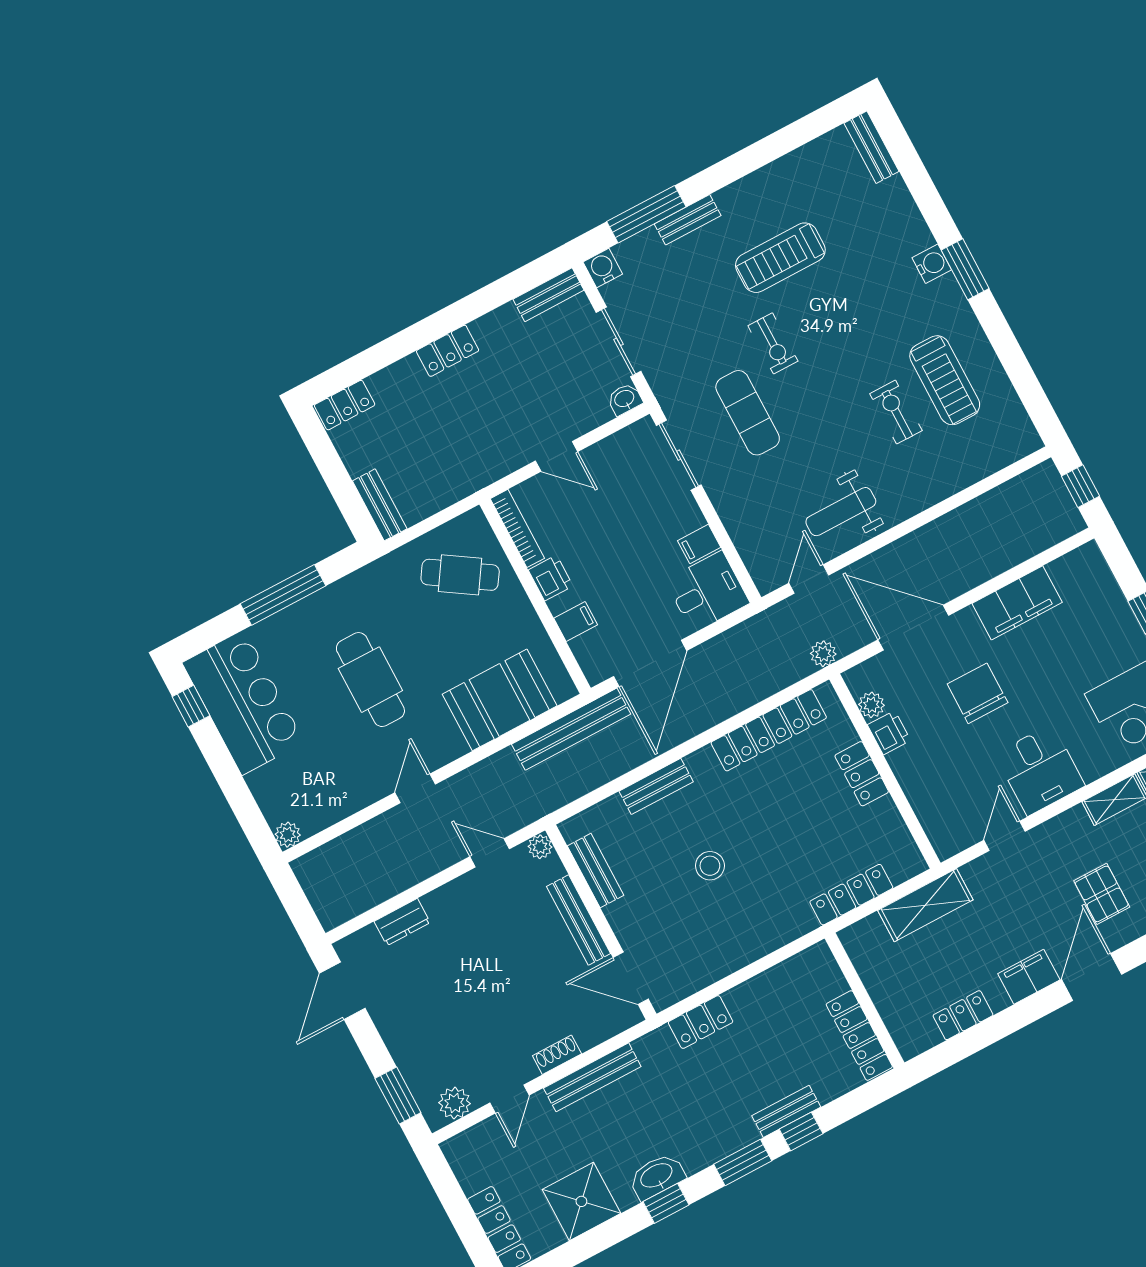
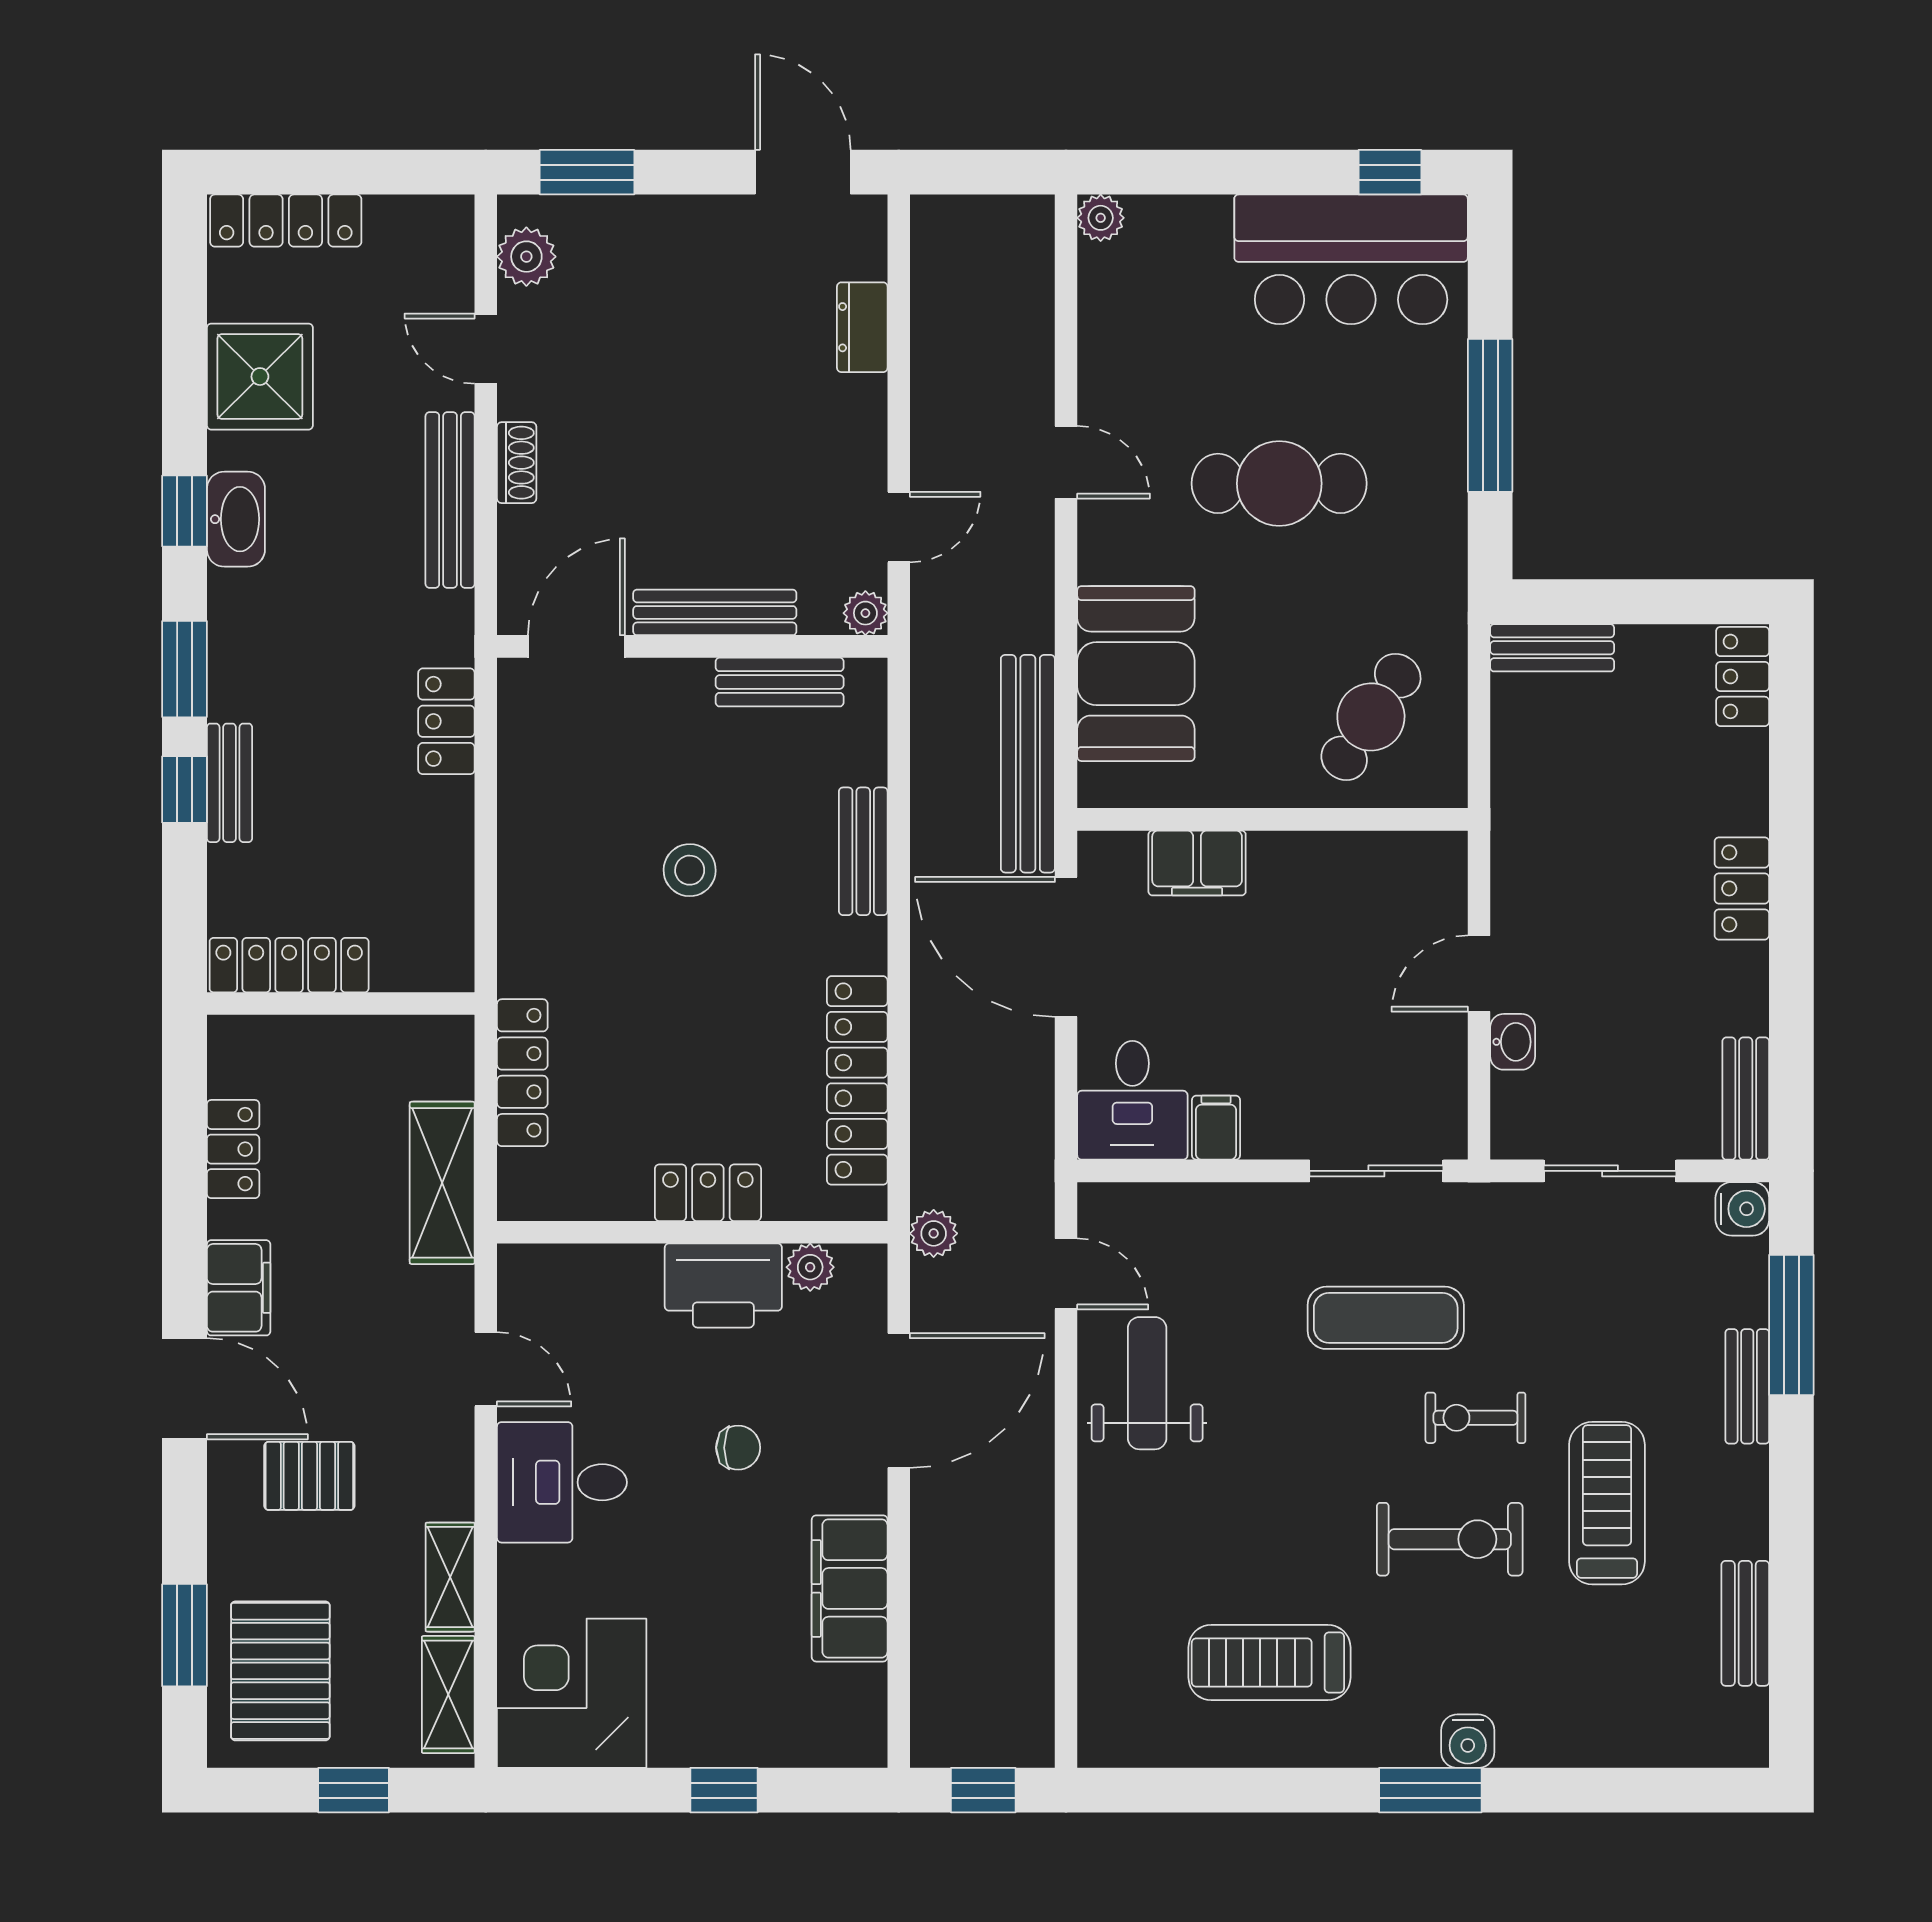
bench: (872, 147) -> (1745, 1623), moved, turned 90
washbasin: (625, 399) -> (1513, 1042), moved
exercise bike: (896, 412) -> (1450, 1539), moved, width x1.38, depth x1.39
bookcase: (517, 528) -> (1397, 849), removed
printer: (551, 578) -> (1288, 860), removed
filing cabinet: (576, 622) -> (1197, 863), width x2.00
chair: (978, 693) -> (738, 1448), width x0.54, depth x0.54
printer: (889, 733) -> (723, 1285), width x1.87, depth x1.48

